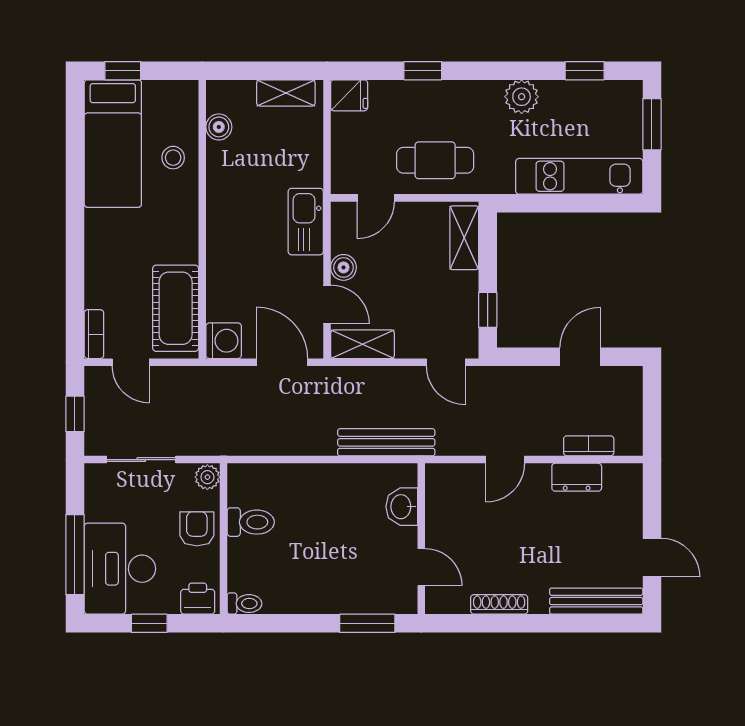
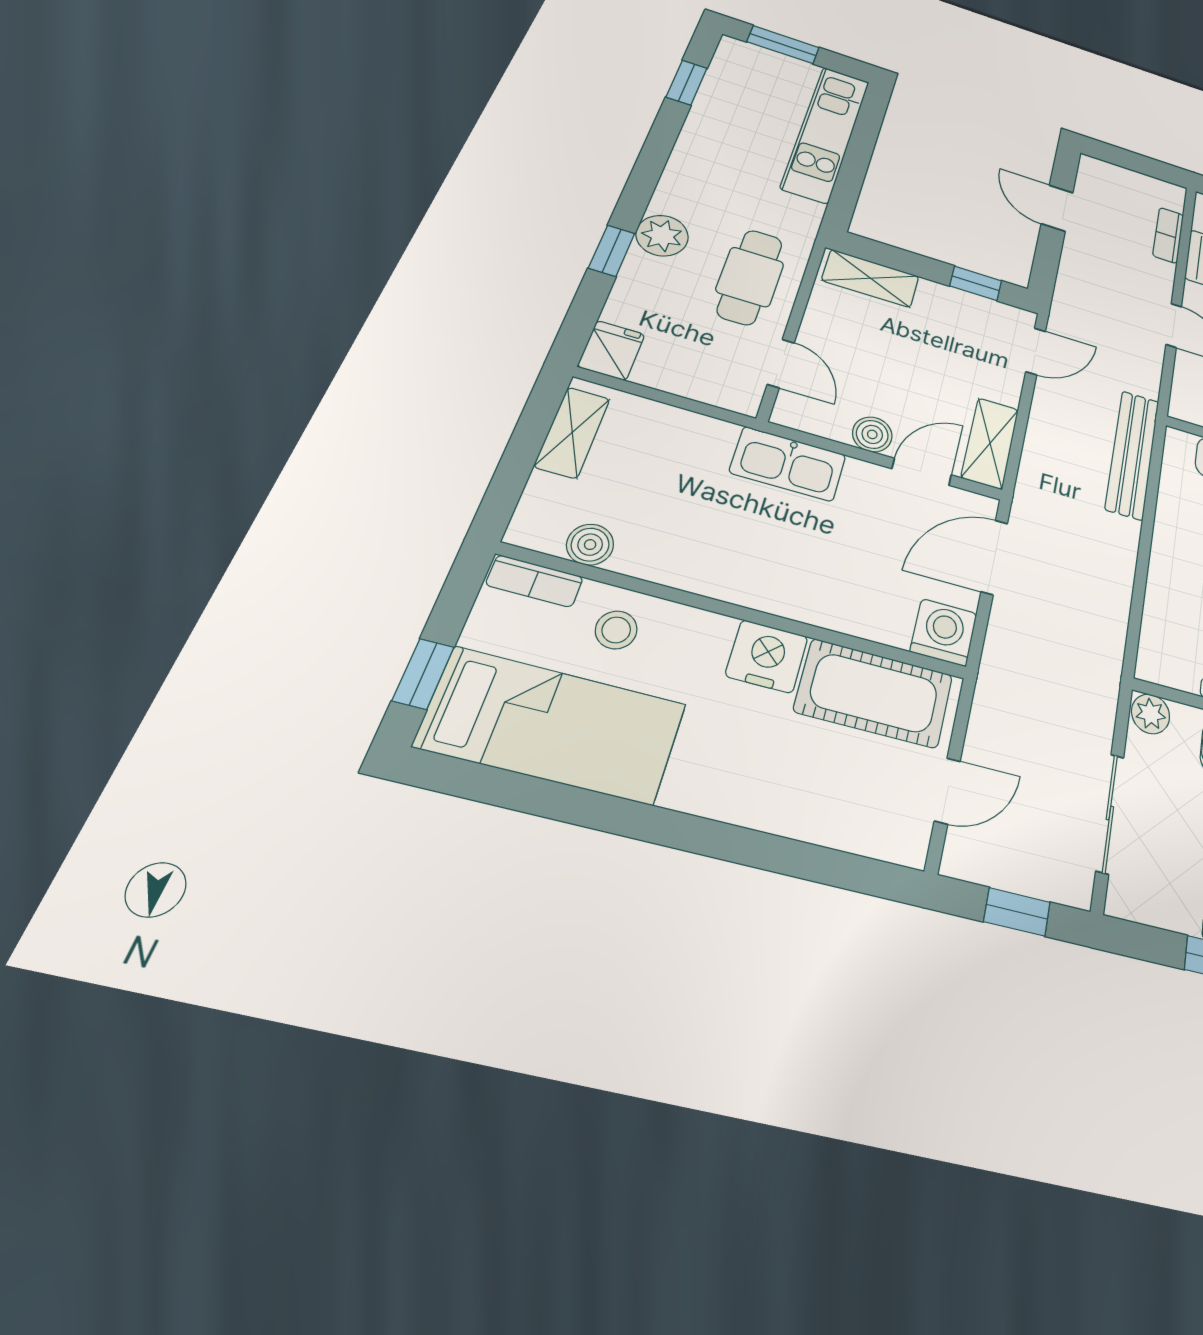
plant: (522, 97) -> (662, 236), moved
nightstand: (181, 243) -> (767, 656), added
bookcase: (94, 334) -> (535, 581), moved, turned 180

